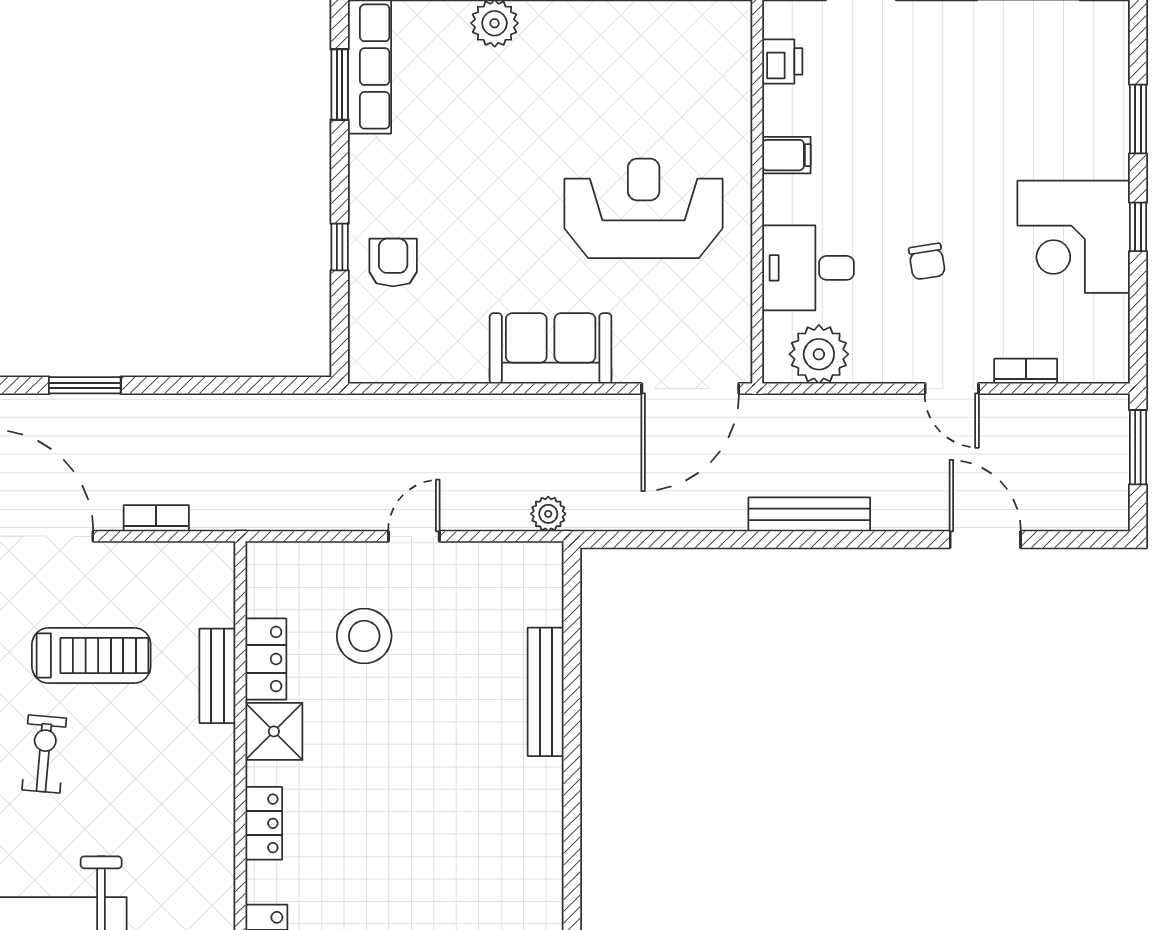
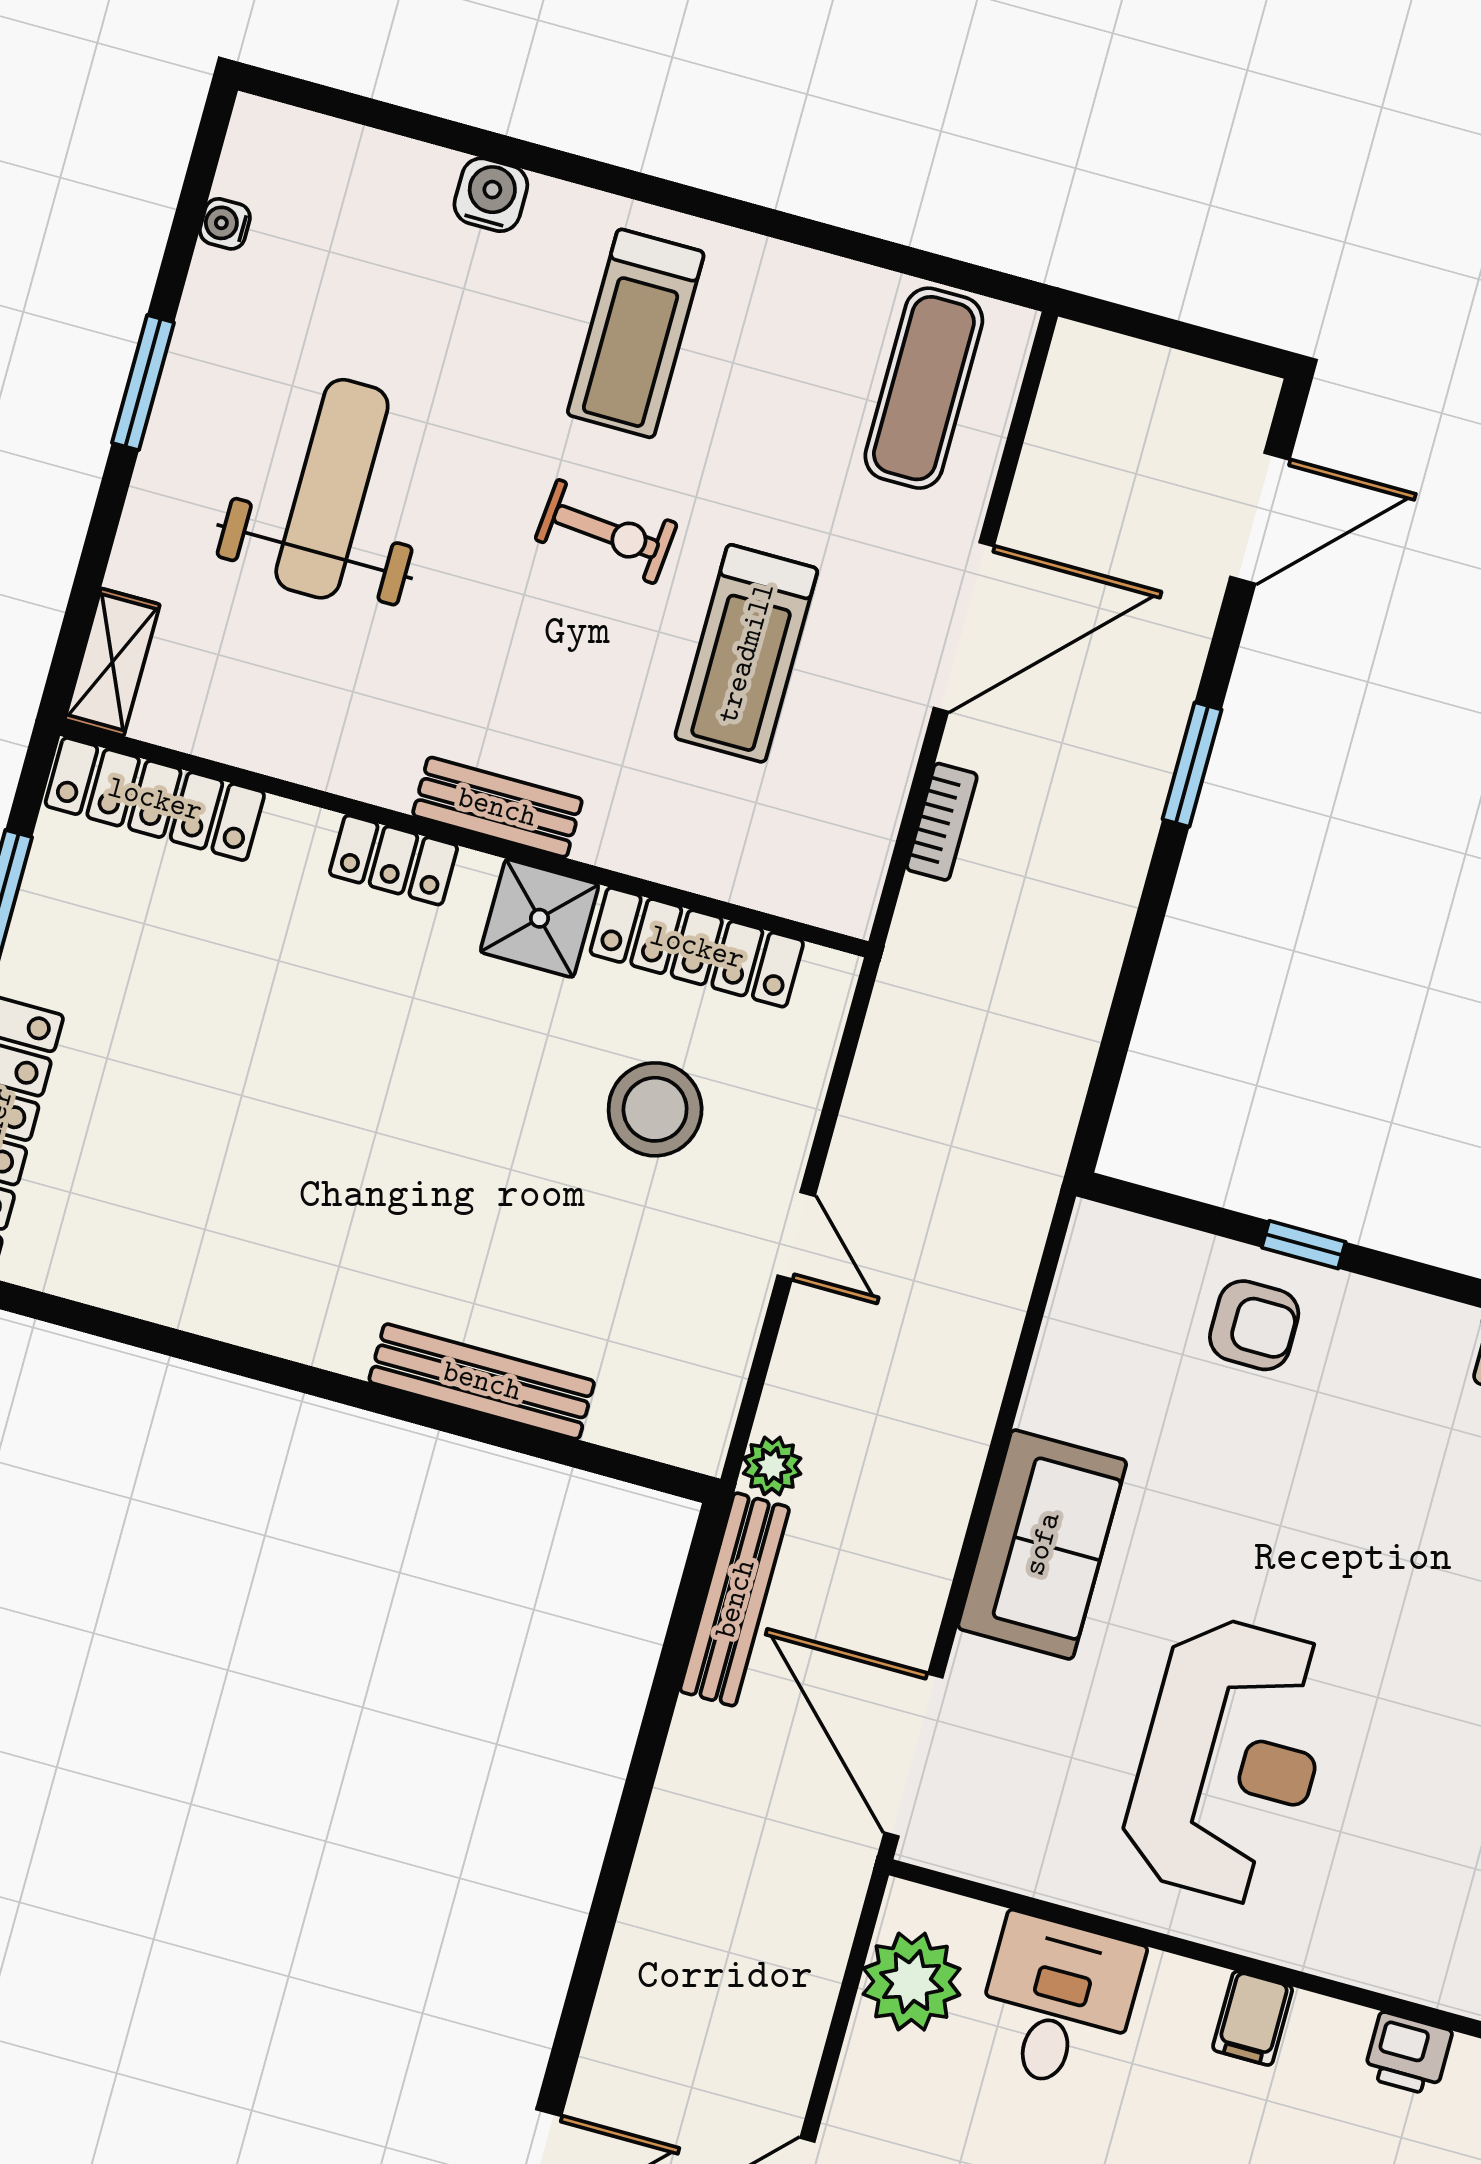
bench: (809, 514) -> (735, 1599), moved
locker: (266, 659) -> (697, 947), width x1.53
bench: (217, 676) -> (497, 807), moved

